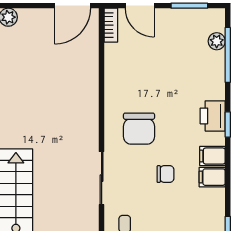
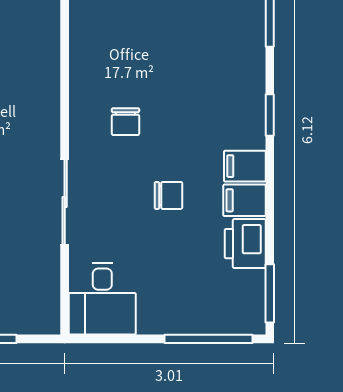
printer: (213, 116) -> (245, 244), moved
chair: (139, 129) -> (126, 122), width x0.54, depth x0.54

